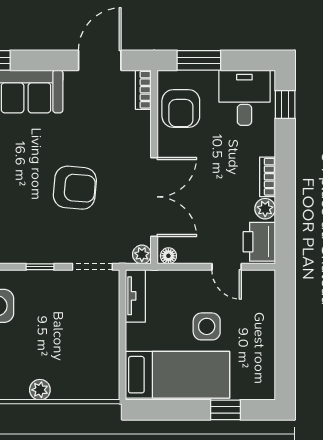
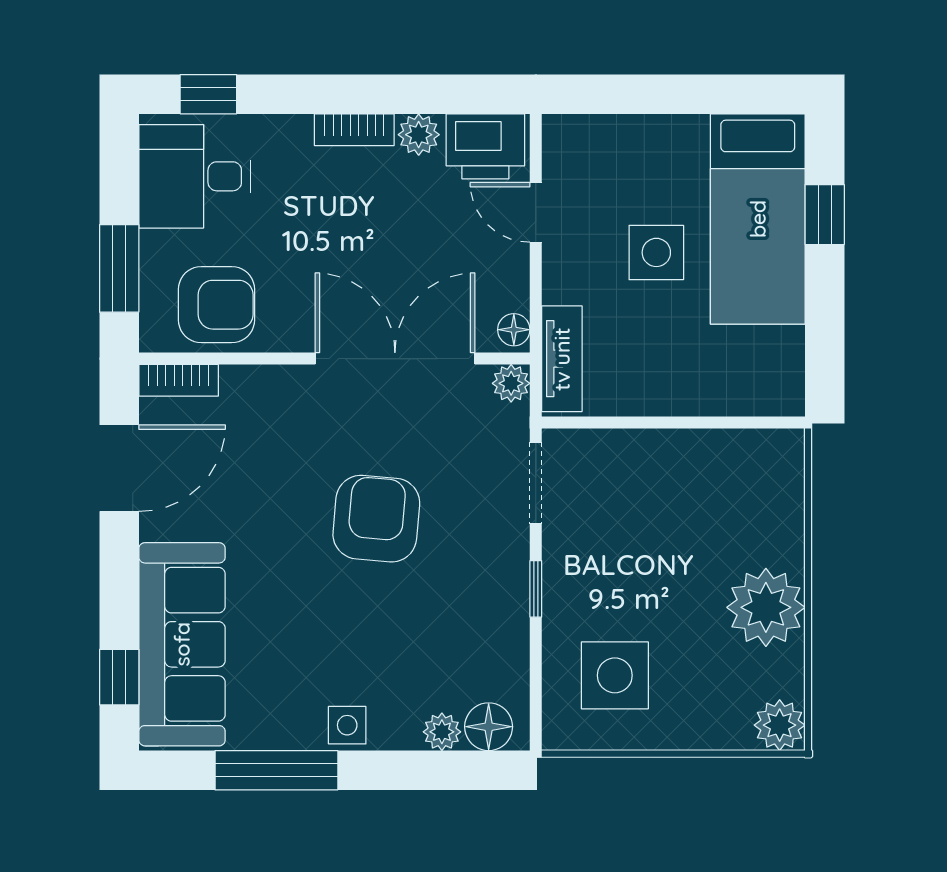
door: (100, 60) -> (119, 468), swing flipped
door: (227, 267) -> (536, 212), swing flipped
tv unit: (135, 296) -> (562, 359), moved, turned 90
bed: (177, 375) -> (758, 219), moved, turned 180
plant: (40, 390) -> (766, 607), width x1.88, depth x1.88

